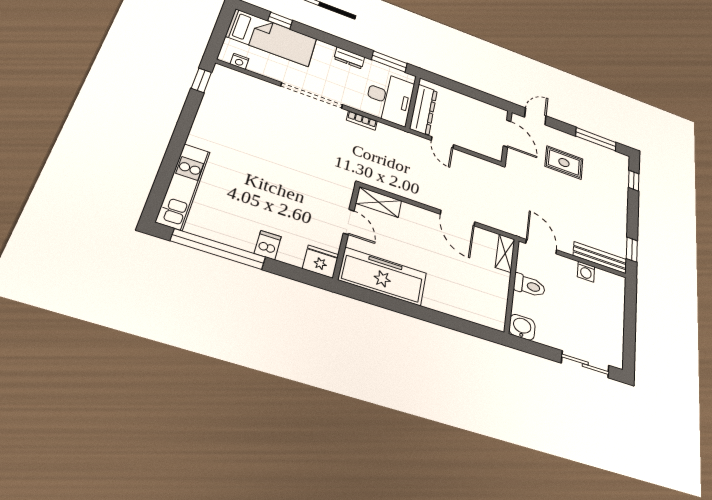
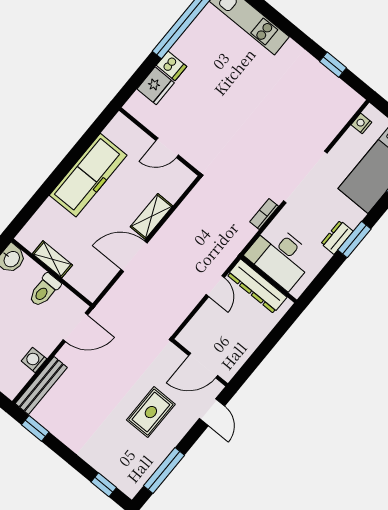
window: (389, 62) -> (354, 240), moved
window: (201, 80) -> (333, 65), moved
door: (442, 143) -> (215, 286), swing flipped
shelving: (379, 202) -> (151, 216), moved
shelving: (505, 253) -> (52, 259), moved
fridge: (321, 262) -> (156, 86), moved
freezer: (383, 276) -> (88, 175), moved

